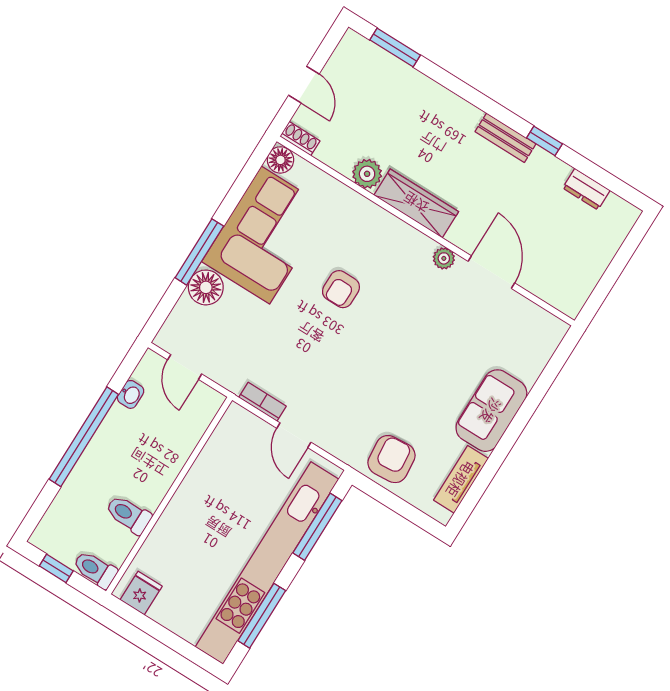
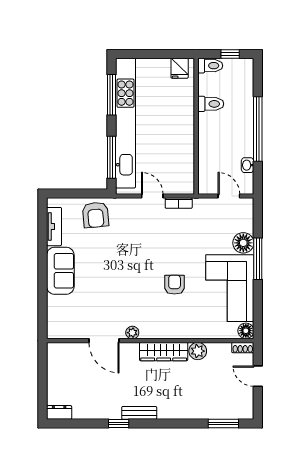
dresser: (586, 189) -> (59, 412), moved

